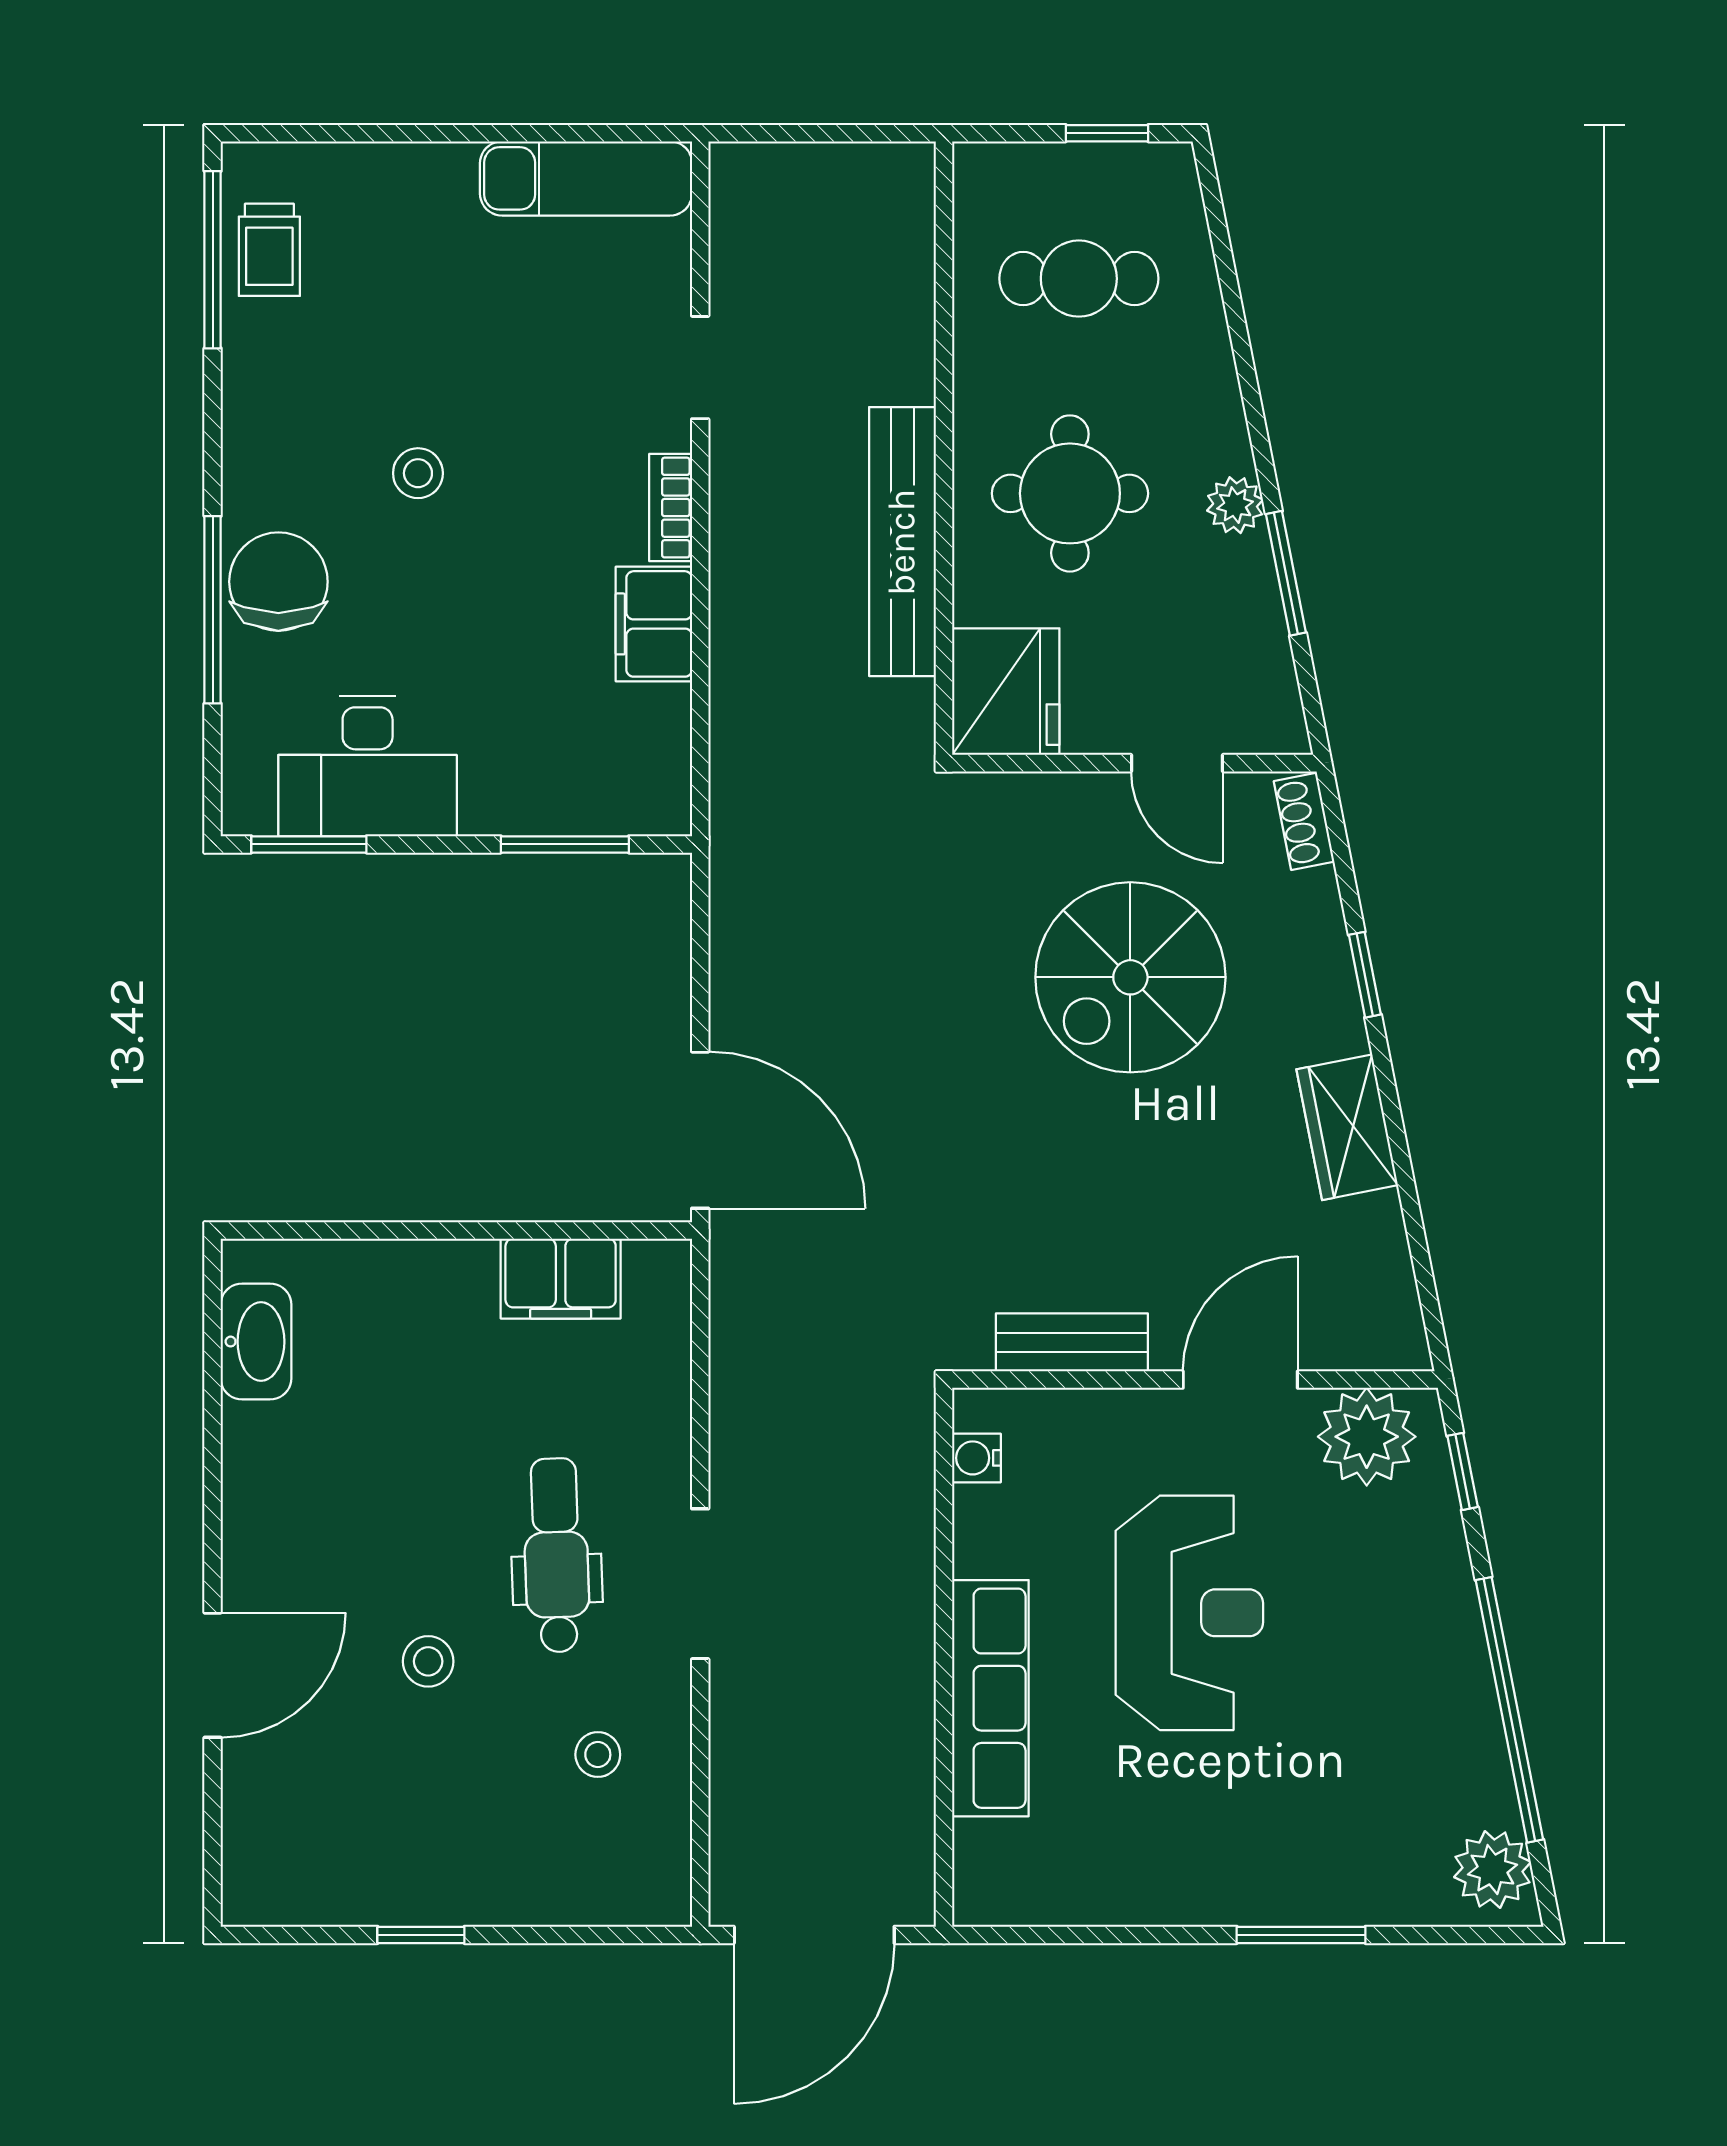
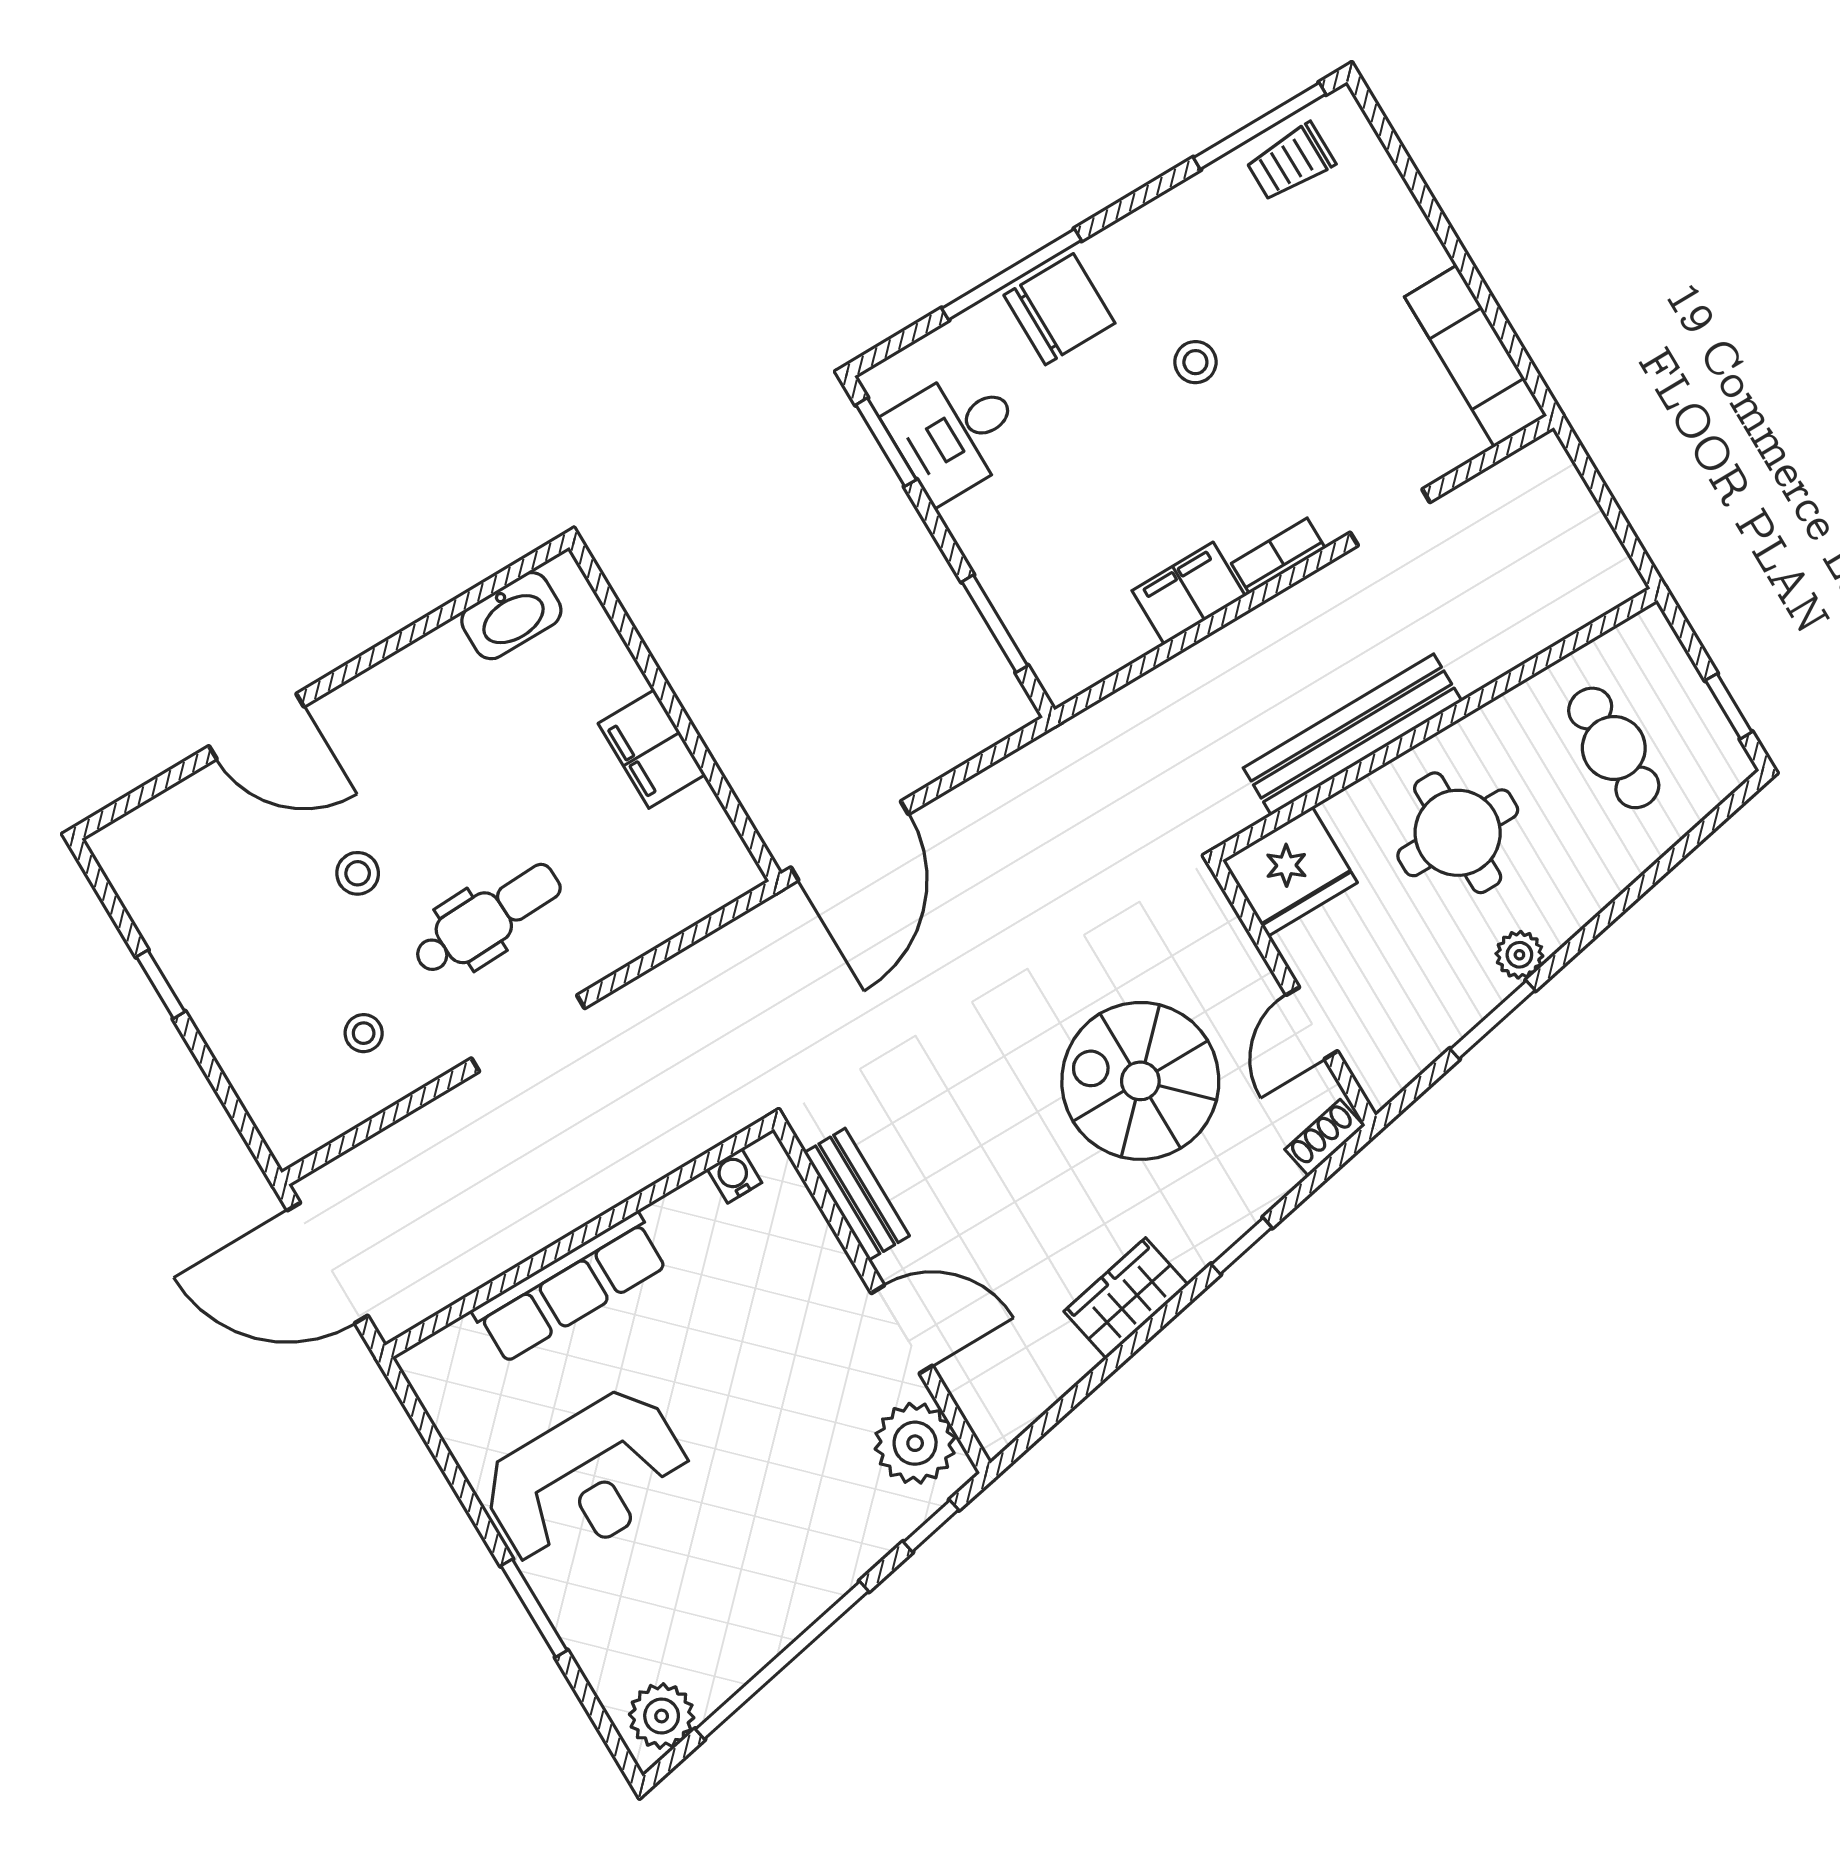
desk: (368, 766) -> (956, 433), width x0.73
filing cabinet: (561, 1279) -> (652, 749), moved
reception desk: (1189, 1613) -> (587, 1479), moved

